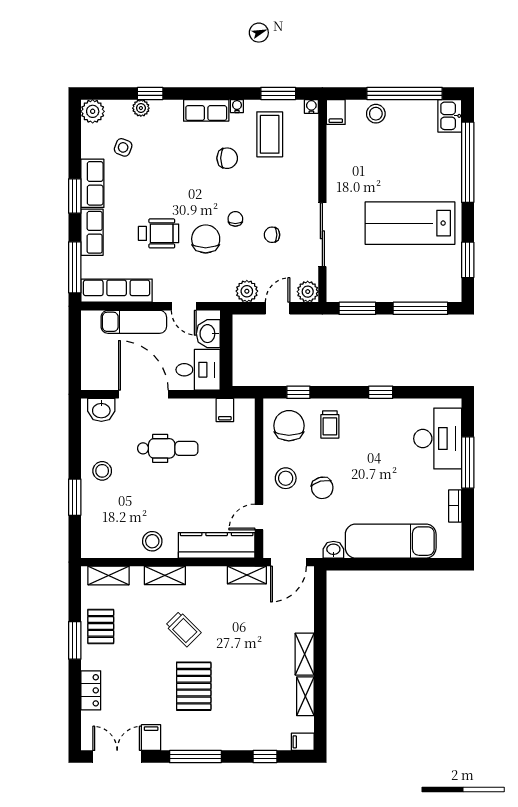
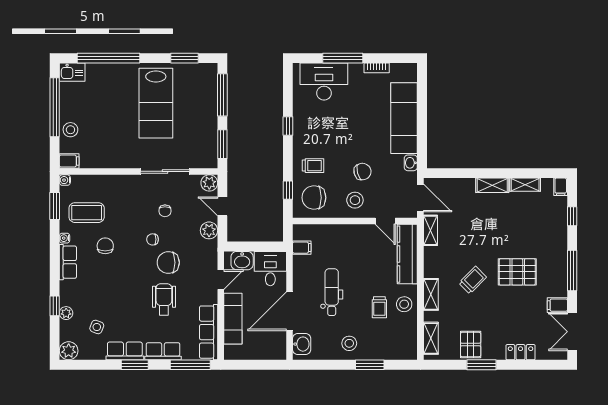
trolley: (148, 510) -> (379, 307), added
pallet: (101, 626) -> (471, 345), turned 90

